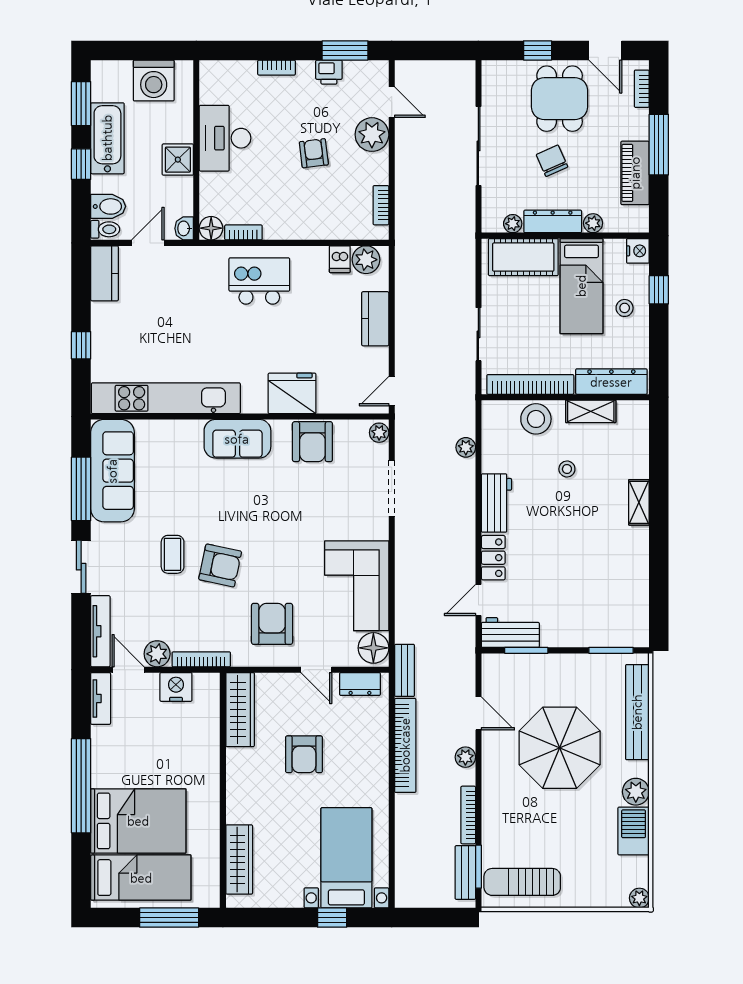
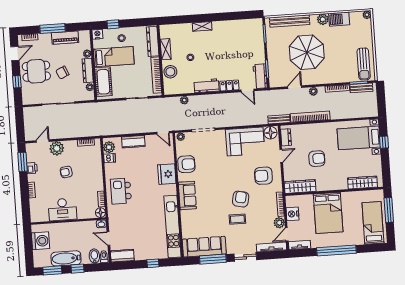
shower: (178, 160) -> (73, 228), removed
bed: (138, 821) -> (328, 213), moved, turned 180

